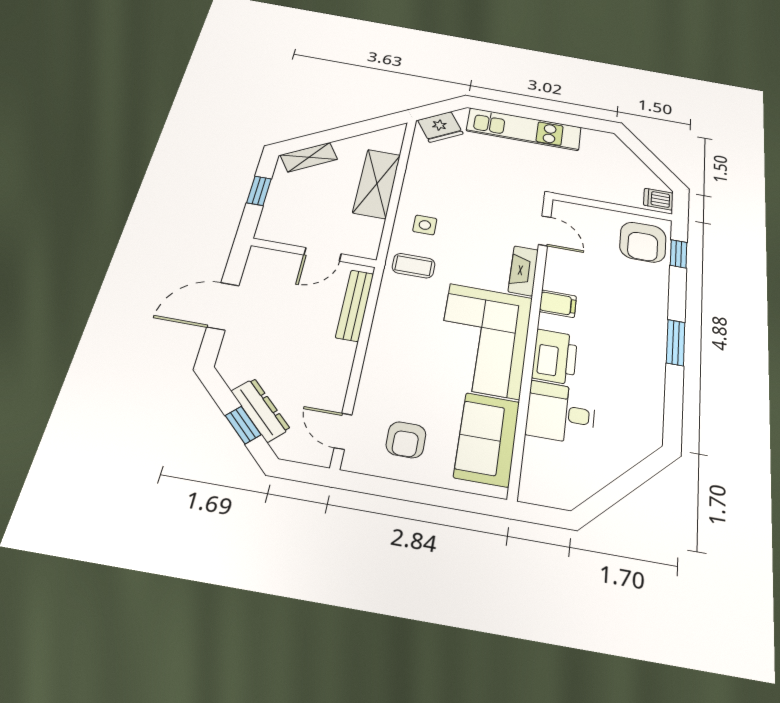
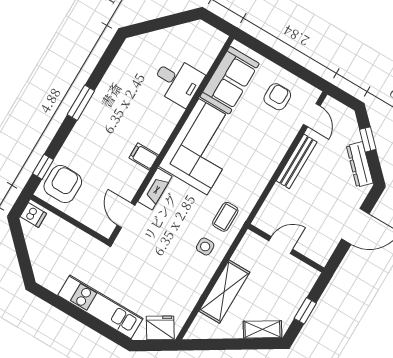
coffee table: (414, 266) -> (225, 217), turned 90
bench: (355, 305) -> (297, 161), moved
printer: (555, 357) -> (164, 120), removed
dresser: (260, 410) -> (360, 164), moved

